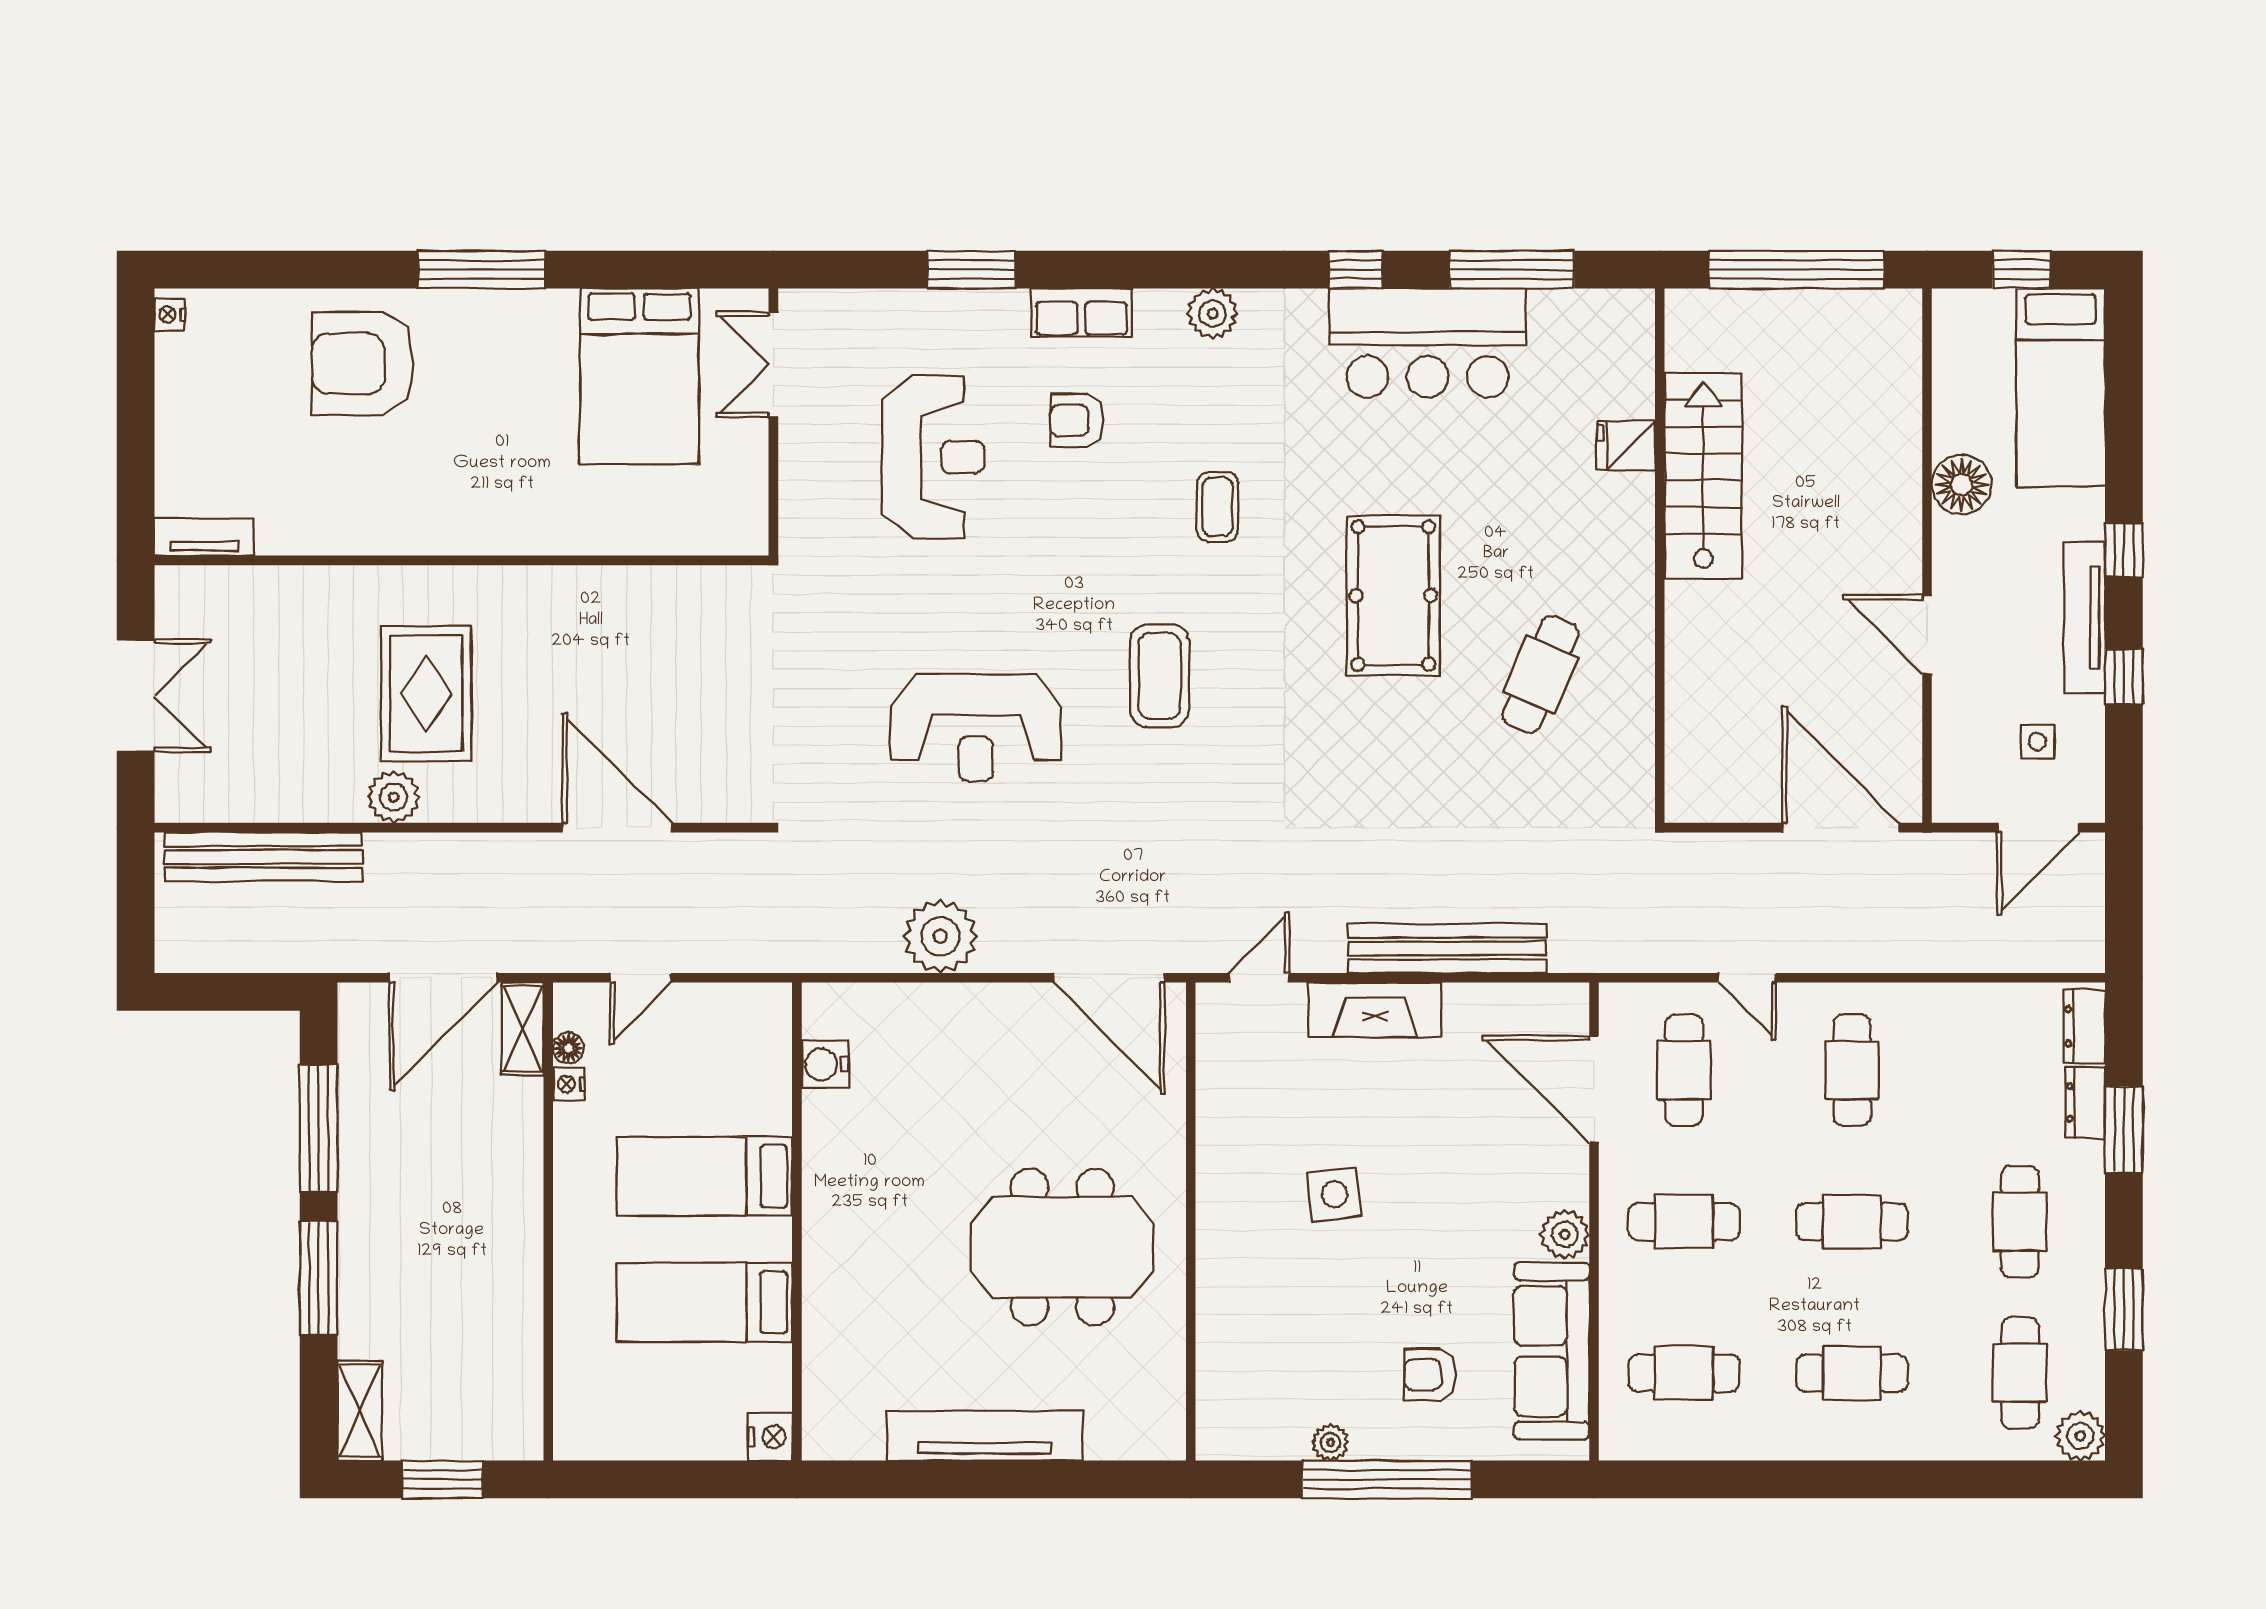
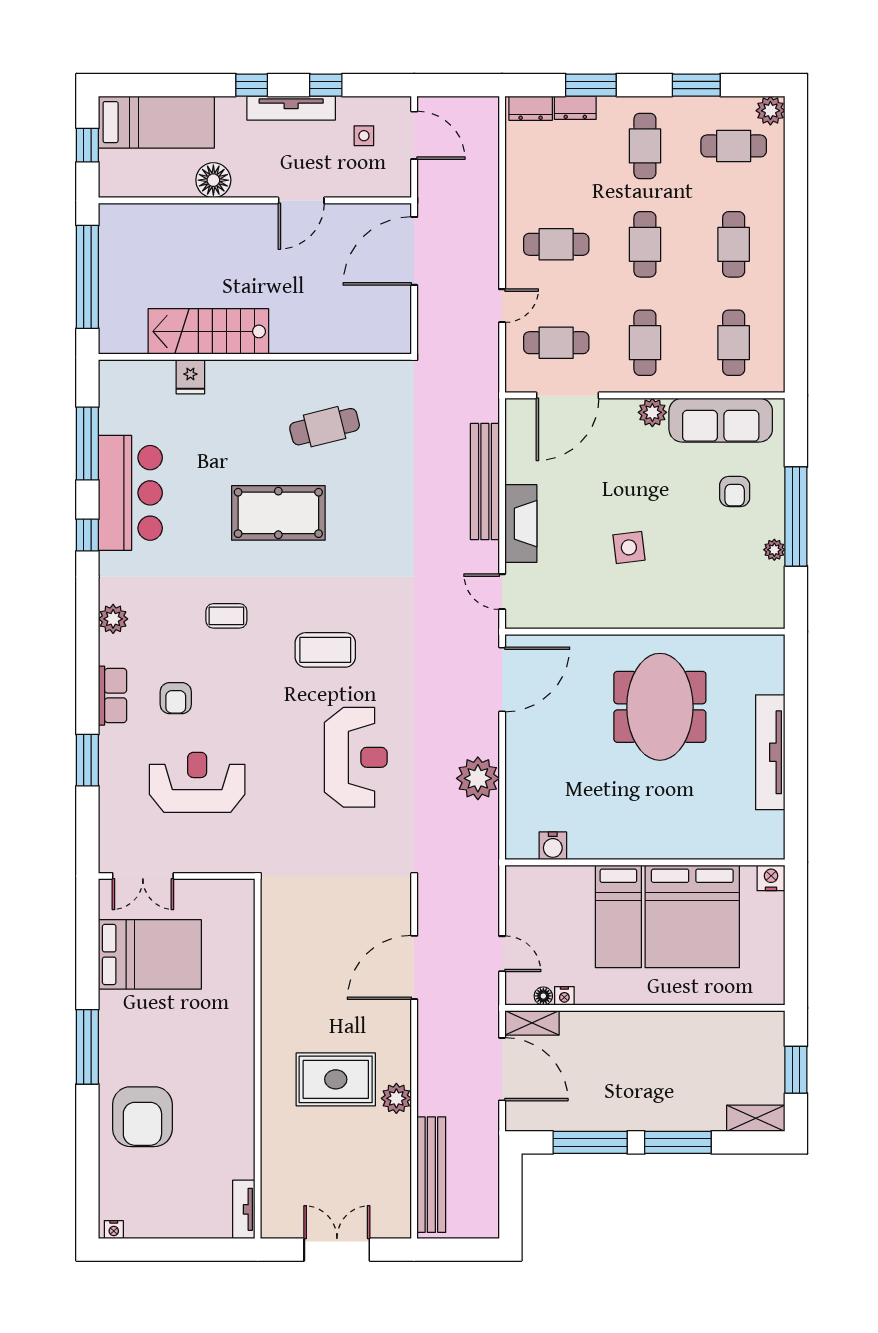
cafe table: (1541, 675) -> (325, 427), turned -37
cafe table: (2020, 1222) -> (645, 146), turned 90
bed: (705, 1302) -> (692, 916), width x2.04

